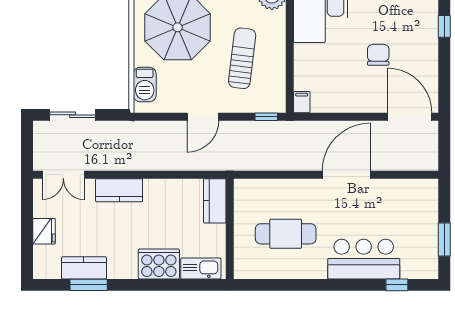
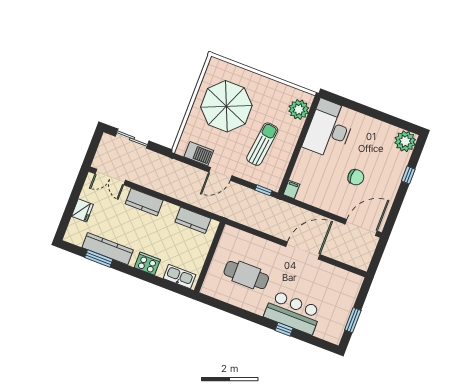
chair: (378, 55) -> (356, 177), turned 90
barbecue: (145, 85) -> (199, 154), moved, turned -90
door: (410, 117) -> (361, 228), hinge flipped
kitchen counter: (215, 201) -> (193, 220), moved, turned -90
cooker: (159, 264) -> (147, 264), width x0.73, depth x0.76
kitchen counter: (84, 268) -> (108, 249), width x1.50
window: (397, 285) -> (284, 329), moved

